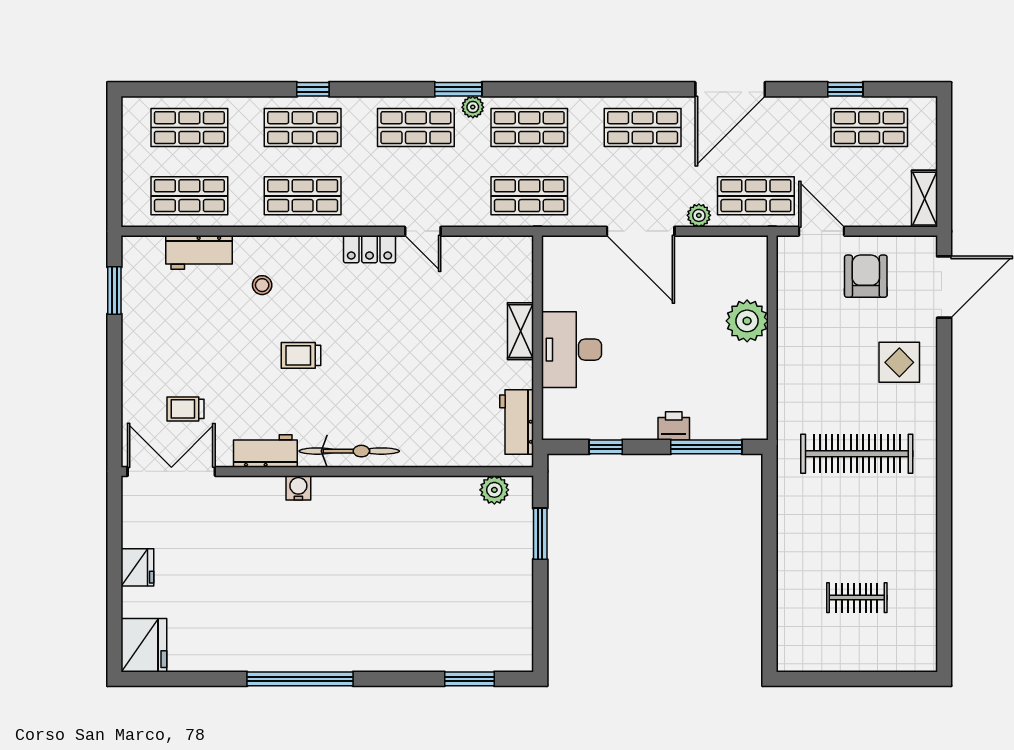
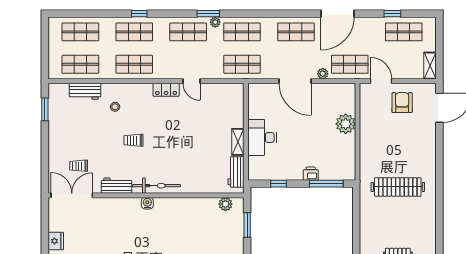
shelving: (521, 331) -> (238, 142), moved
display table: (899, 362) -> (418, 144), removed
water cooler: (298, 488) -> (147, 203), moved

